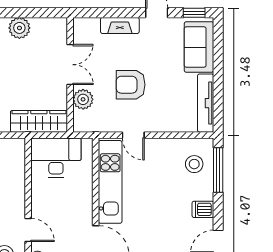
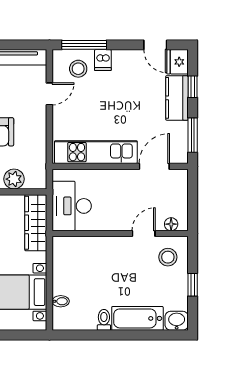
door: (133, 135) -> (49, 94), moved
dishwasher: (203, 209) -> (103, 60), moved

